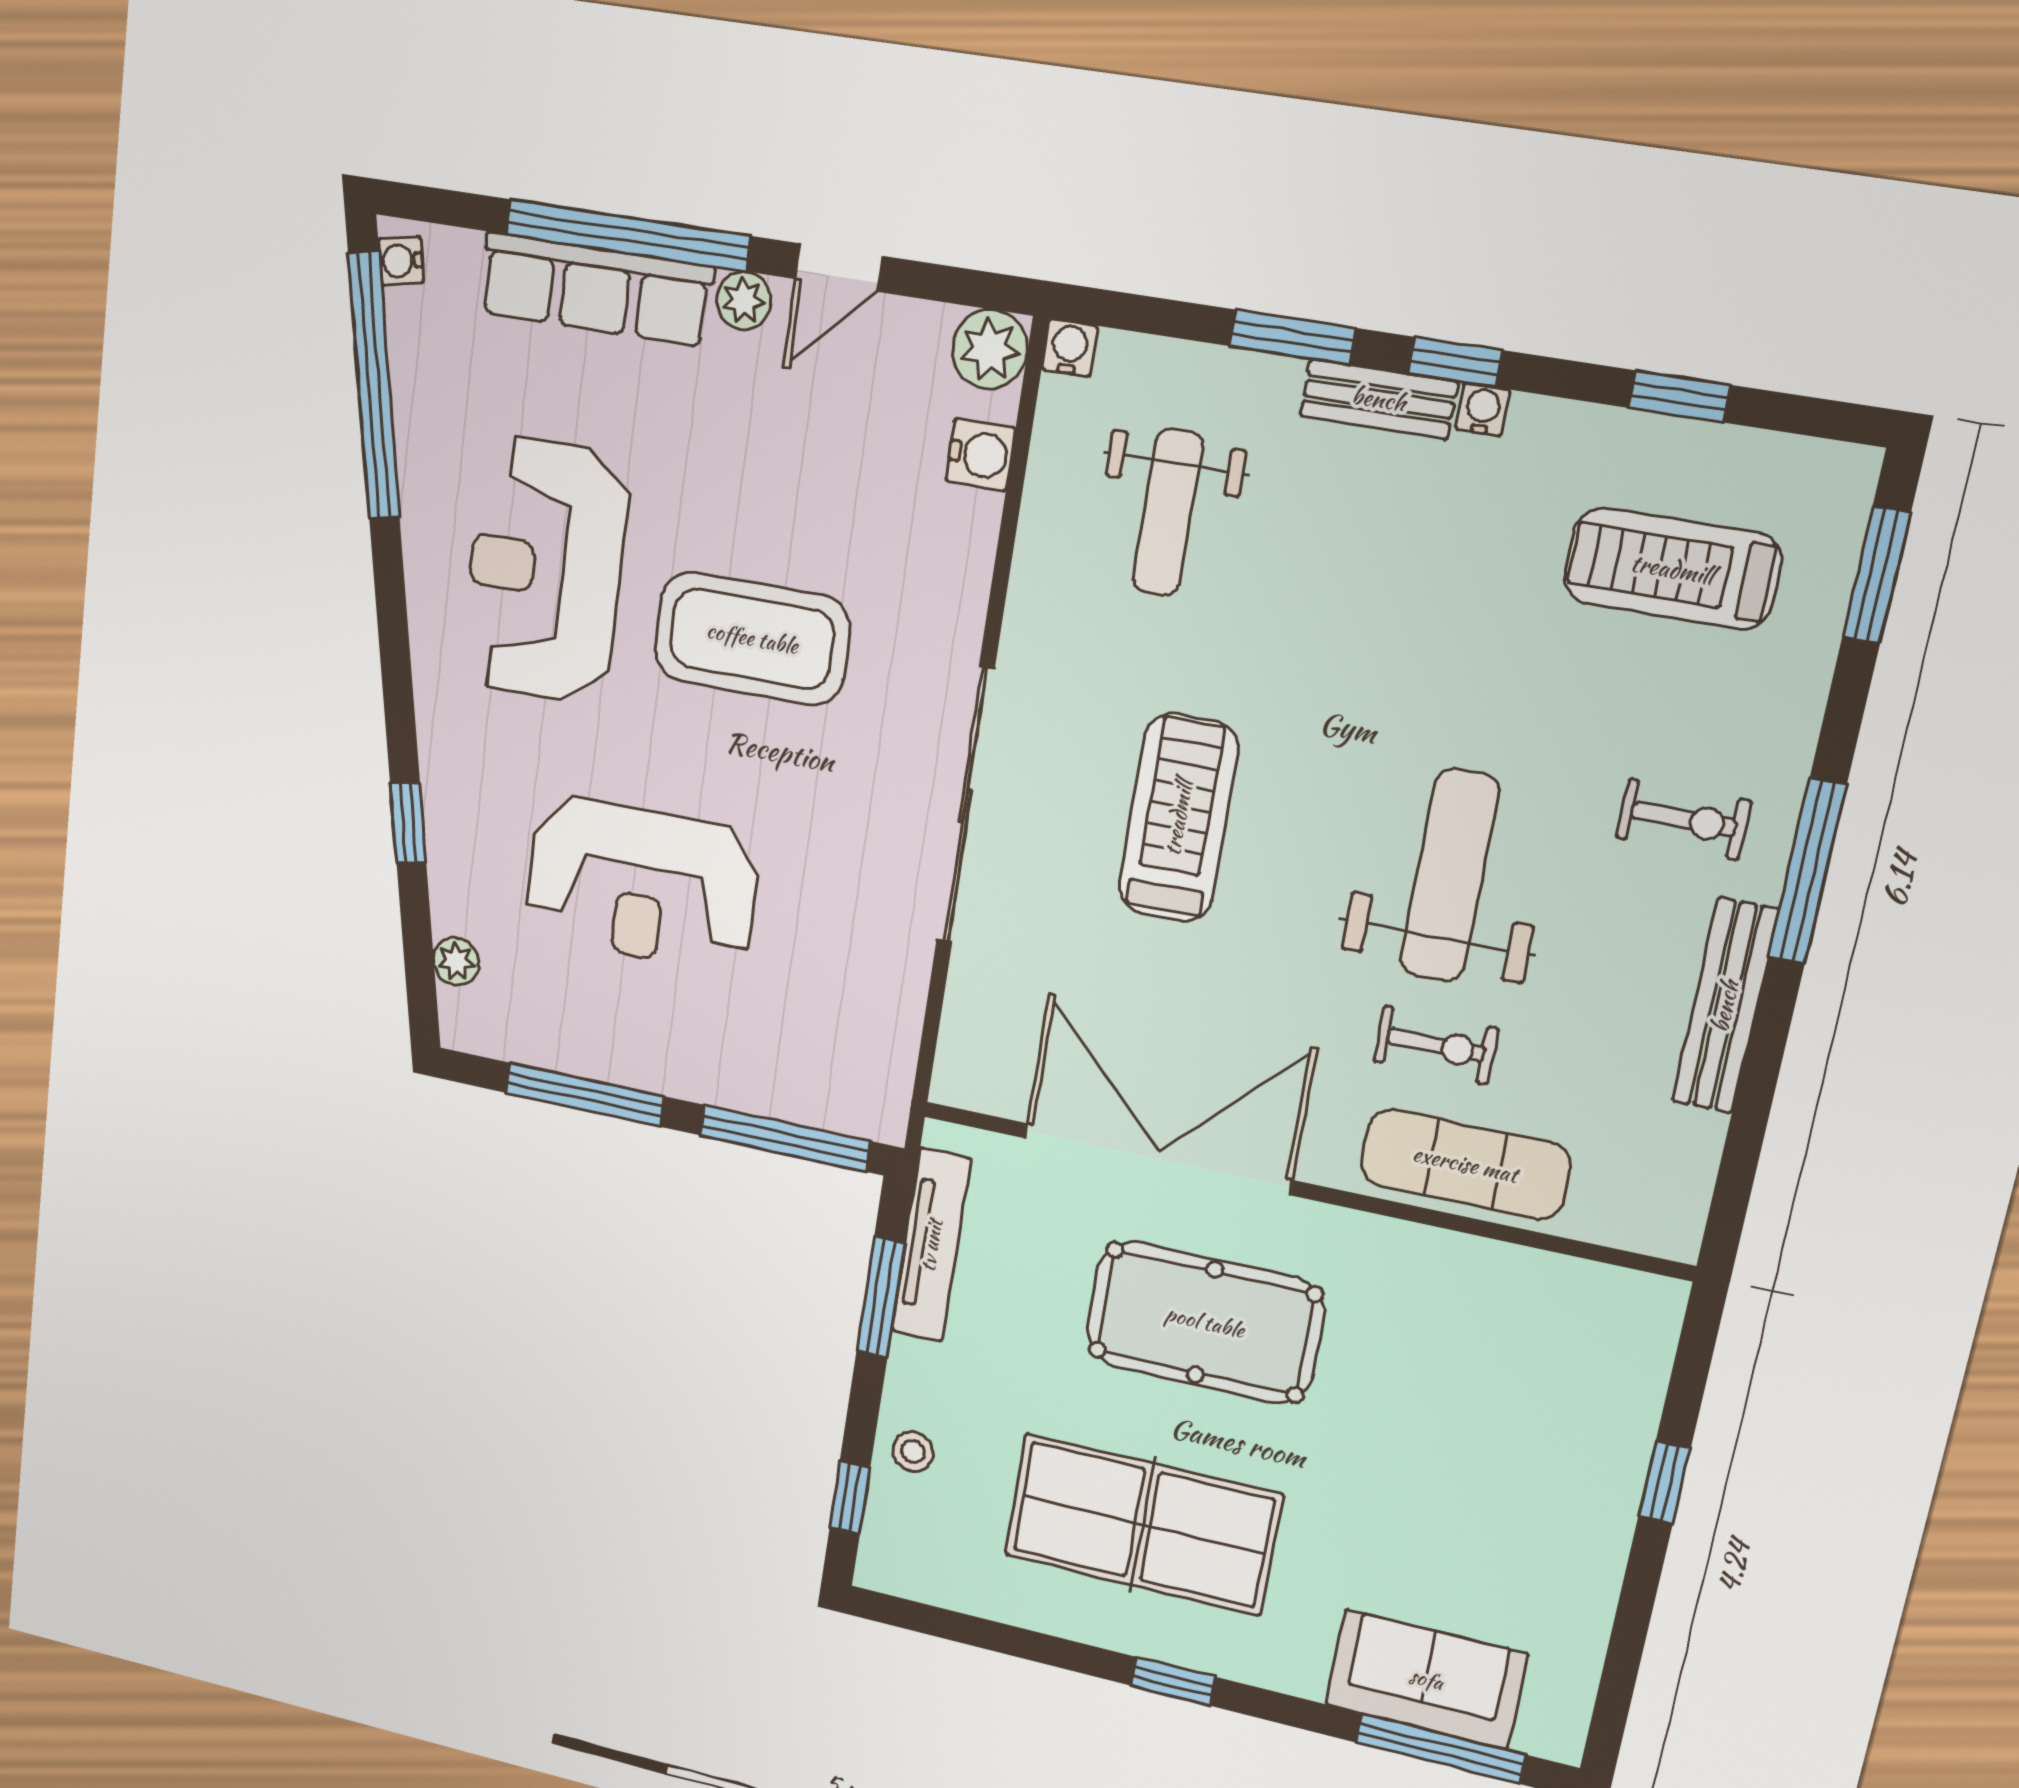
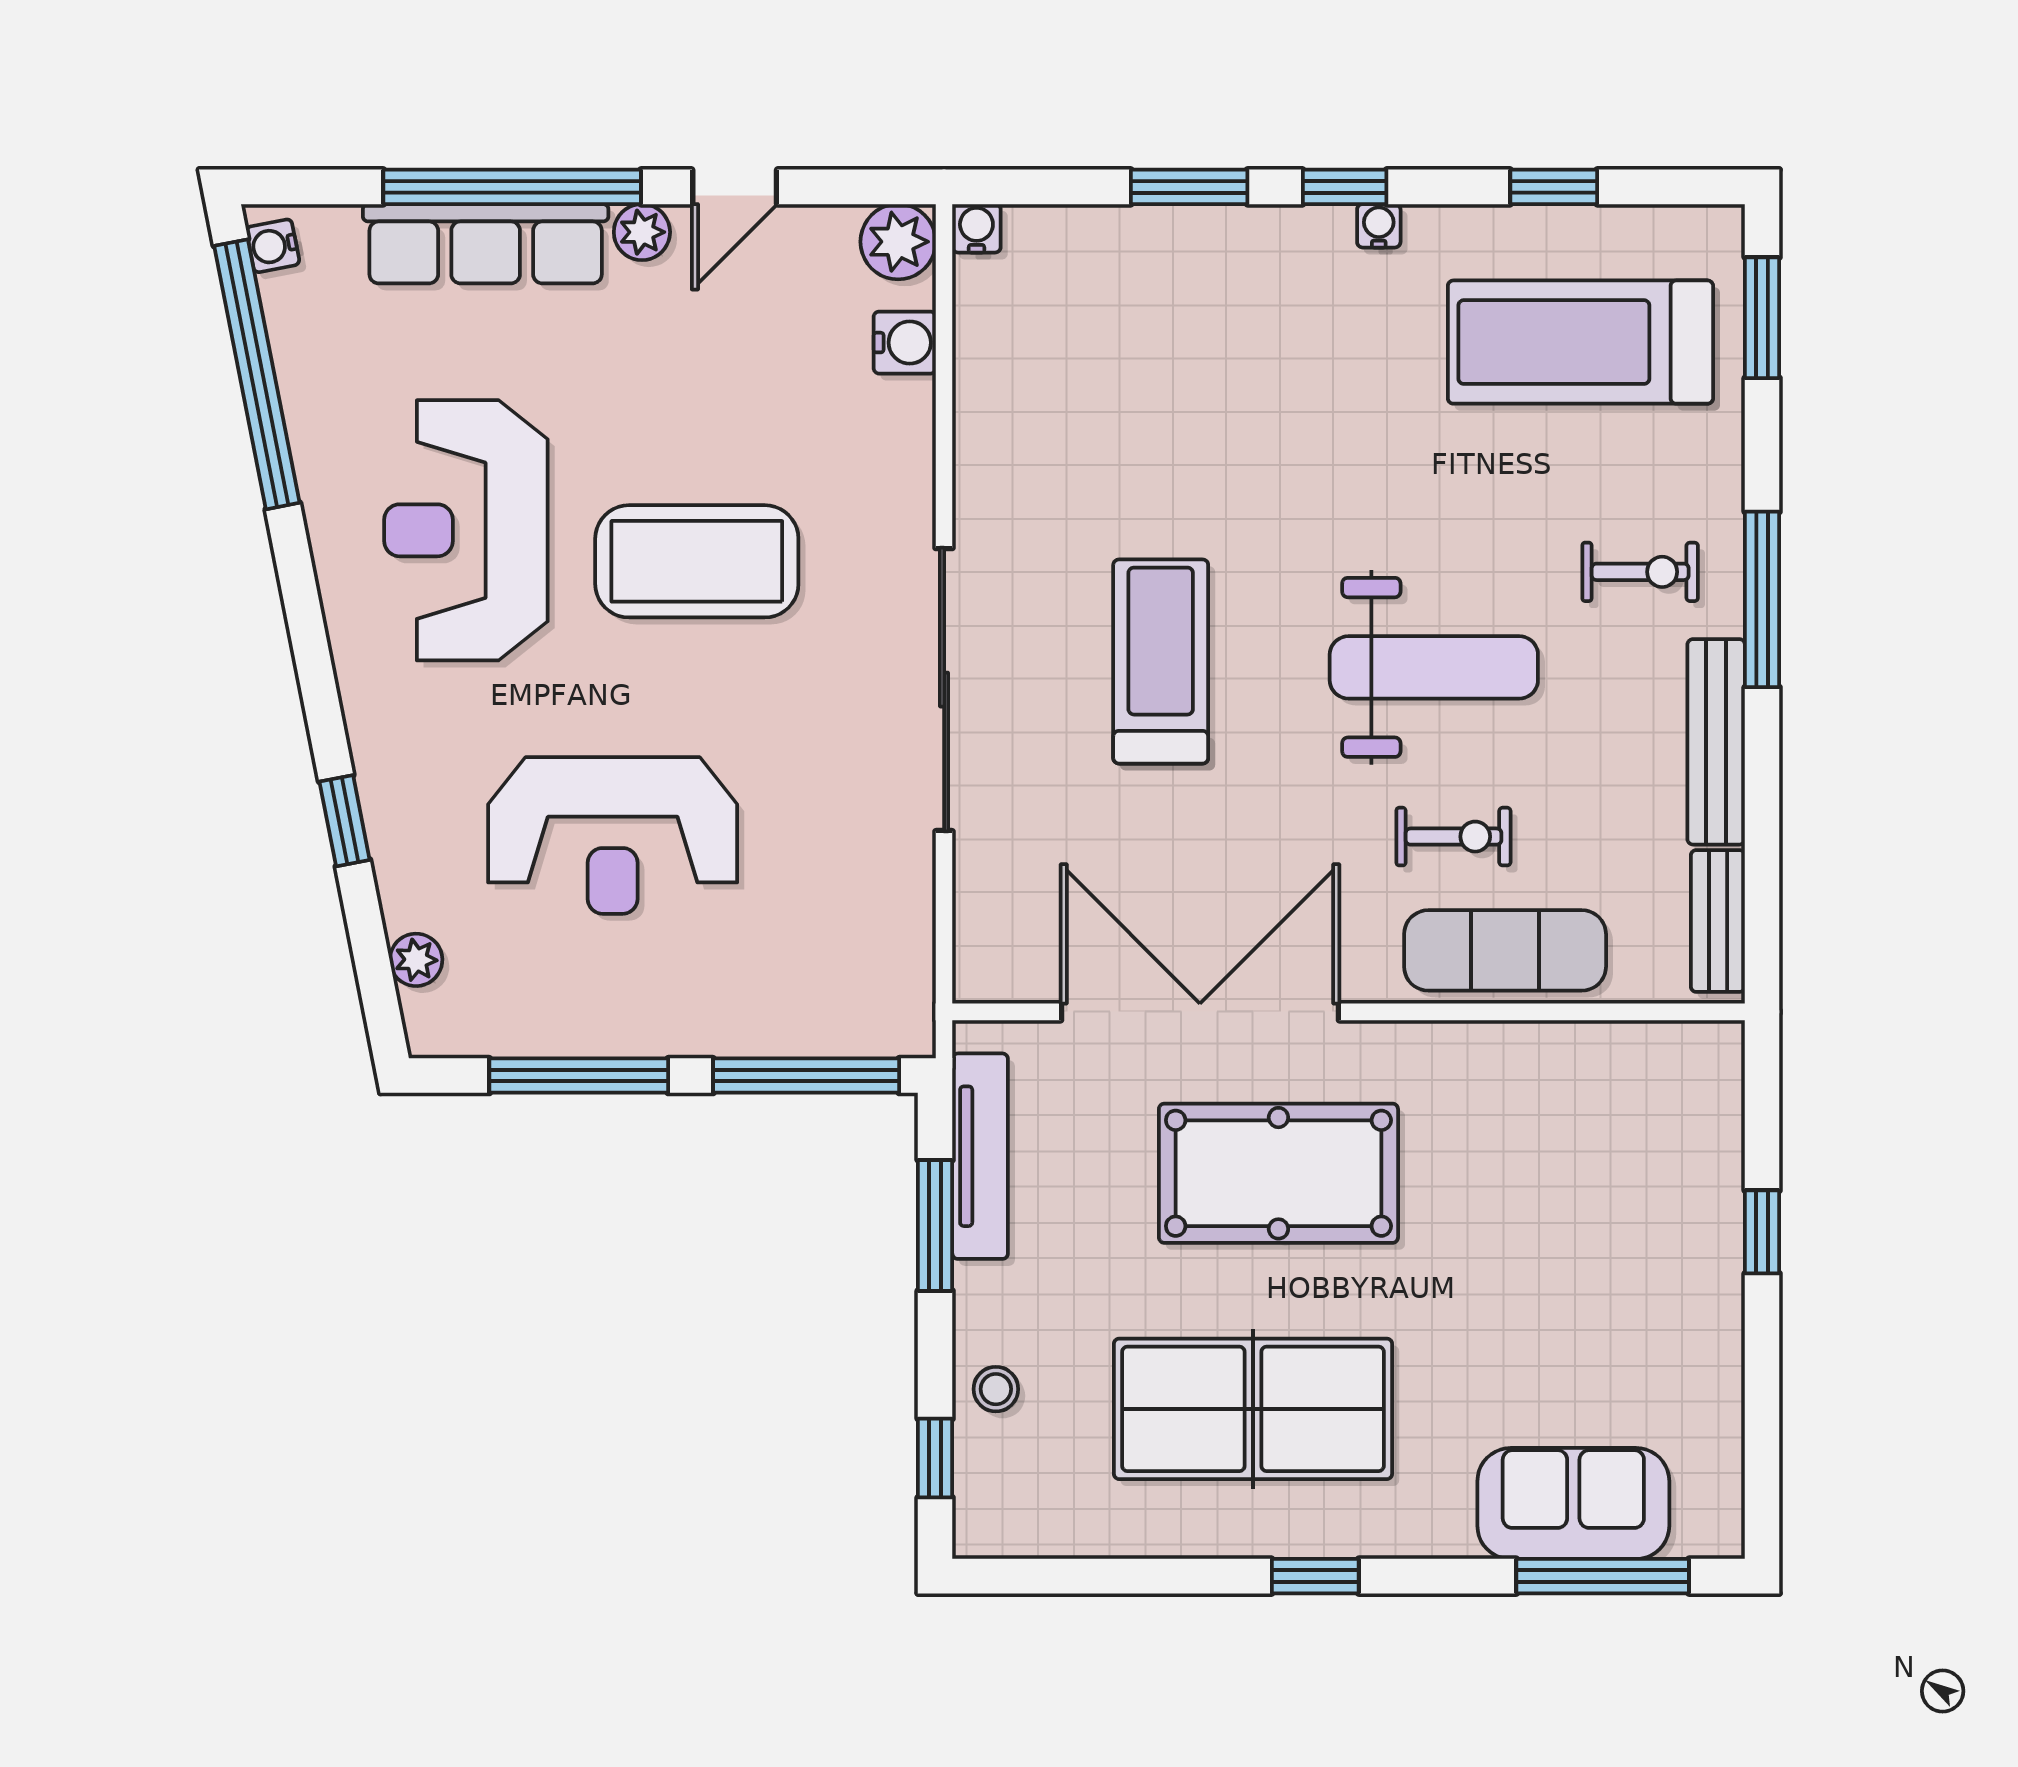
bench: (1379, 399) -> (1718, 921), moved, turned 90
weight bench: (1168, 512) -> (1099, 368), removed
treadmill: (1672, 569) -> (1580, 342), width x1.37, depth x1.38
weight bench: (1449, 876) -> (1434, 667), turned 90

